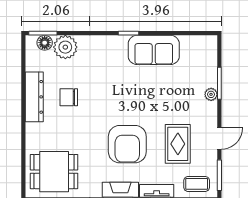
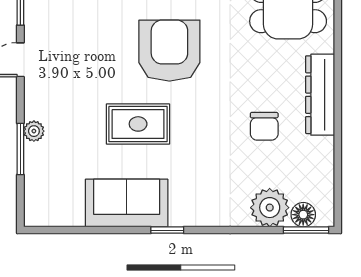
dresser: (34, 97) -> (320, 95), moved
chair: (69, 97) -> (264, 126), turned 90
rug: (178, 144) -> (138, 124), moved, turned 90

